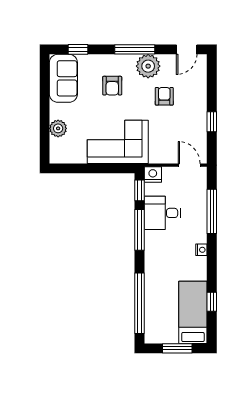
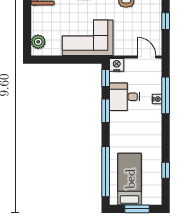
plant: (58, 128) -> (38, 42), moved
window: (139, 230) -> (106, 111), width x0.69
nightstand: (201, 250) -> (157, 99), moved
bed: (193, 312) -> (130, 179), moved

